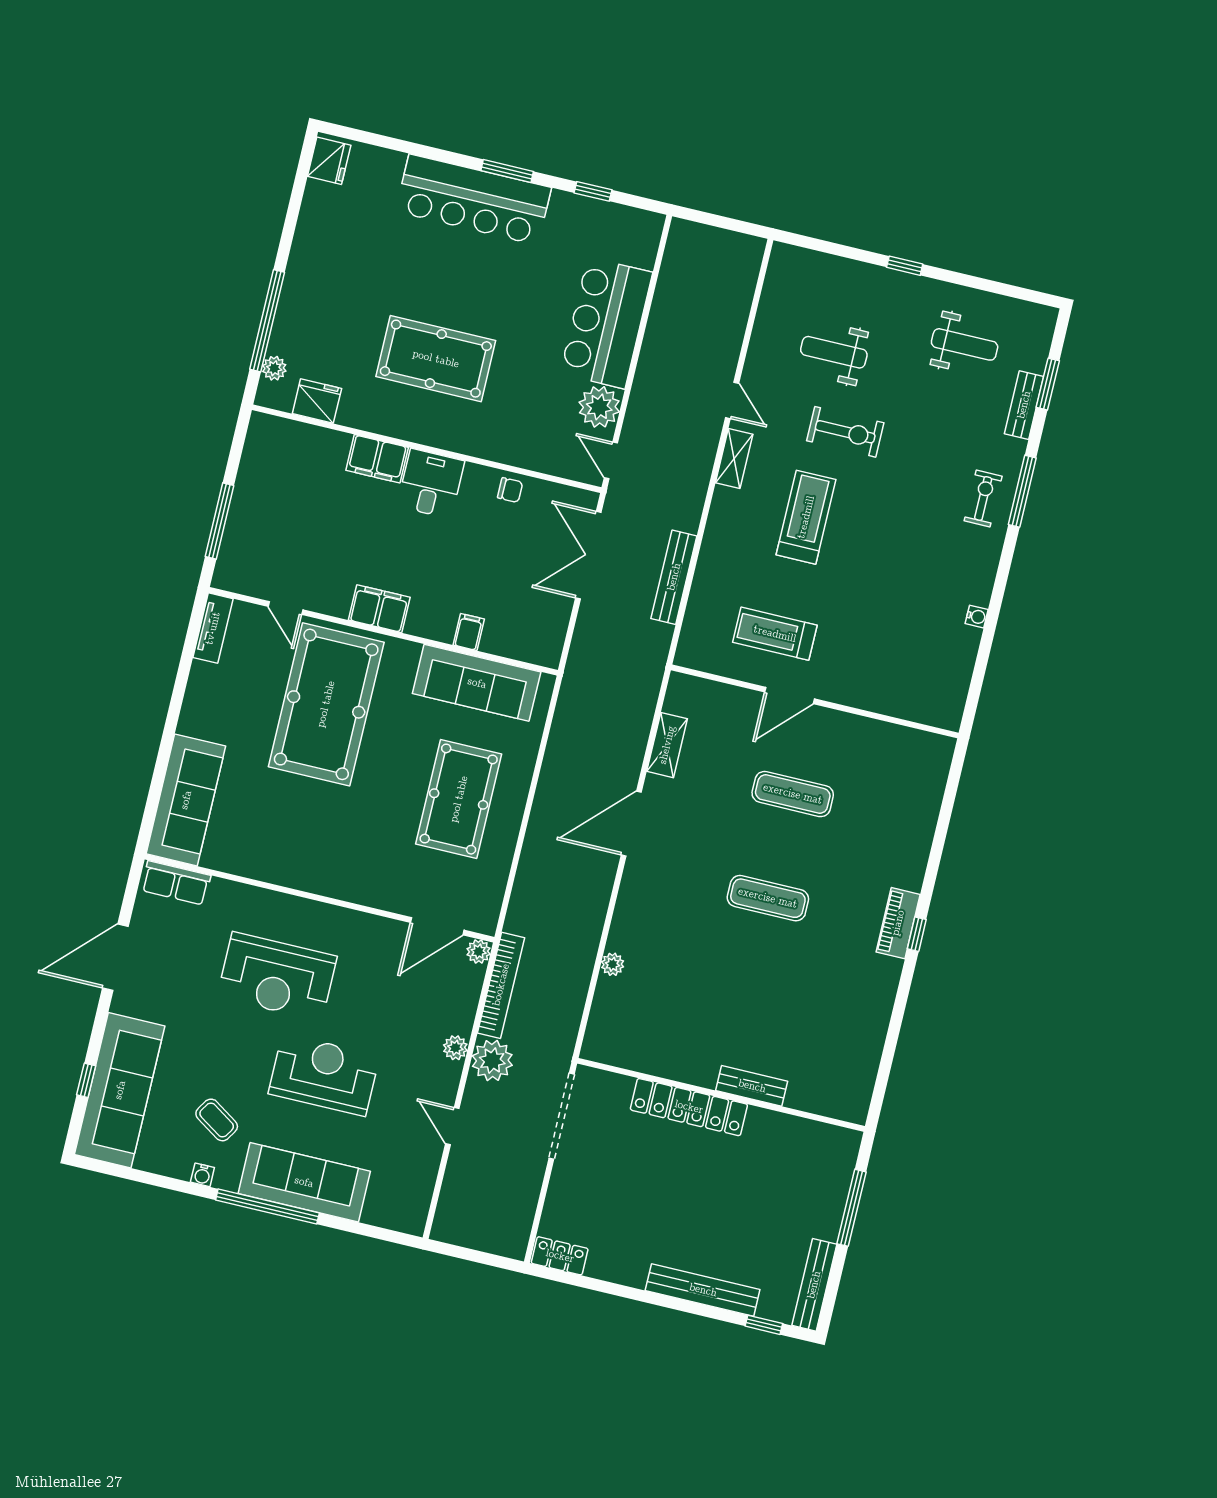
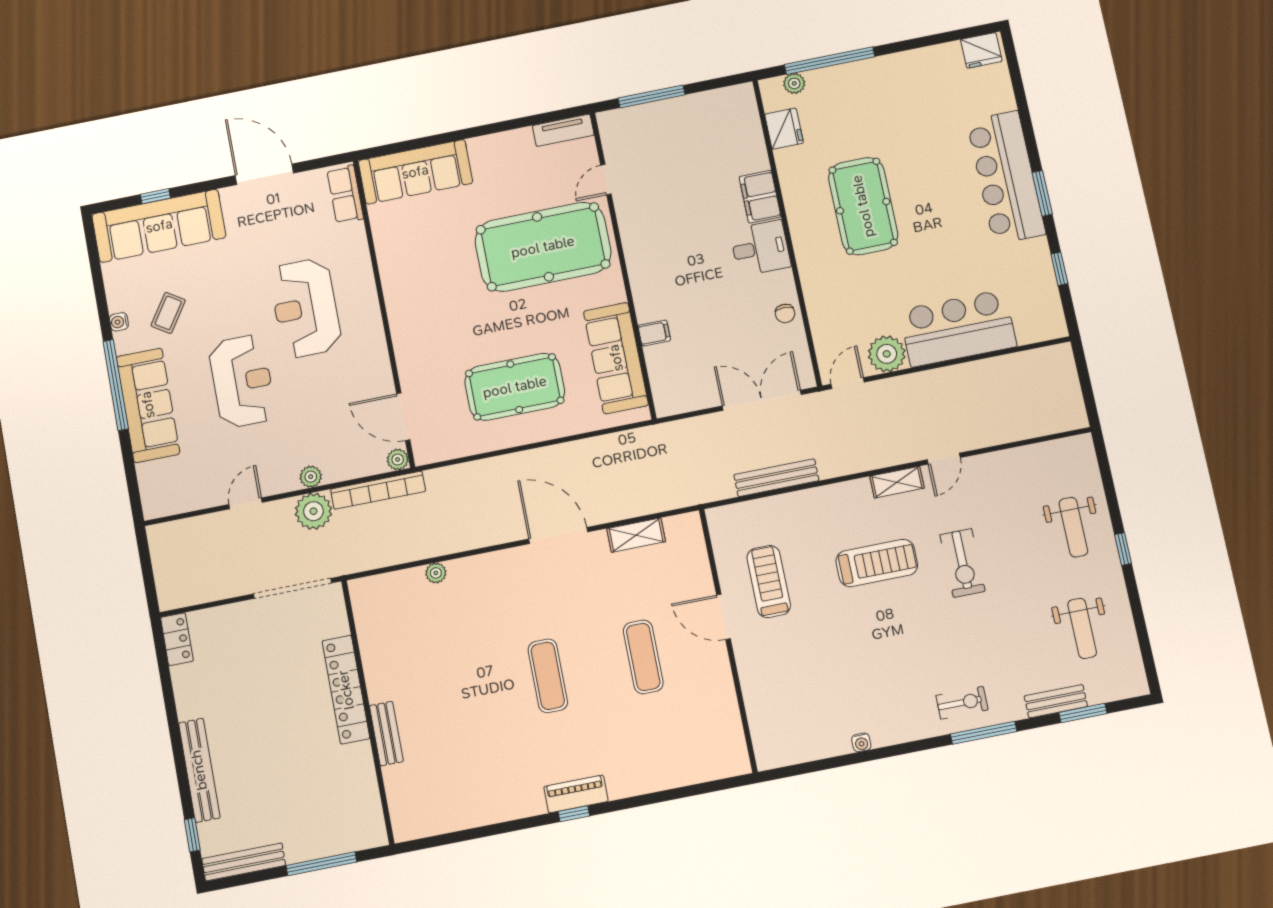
weight bench: (834, 352) -> (1073, 527), moved, turned 180
filing cabinet: (379, 609) -> (640, 253), removed

